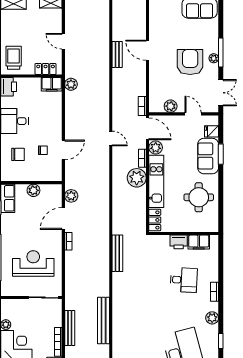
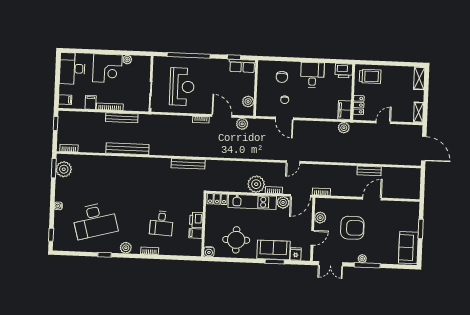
armchair: (190, 62) -> (352, 228), moved
plant: (33, 190) -> (248, 101), moved
water cooler: (213, 227) -> (209, 252), added
filing cabinet: (199, 242) -> (196, 233), width x0.50

